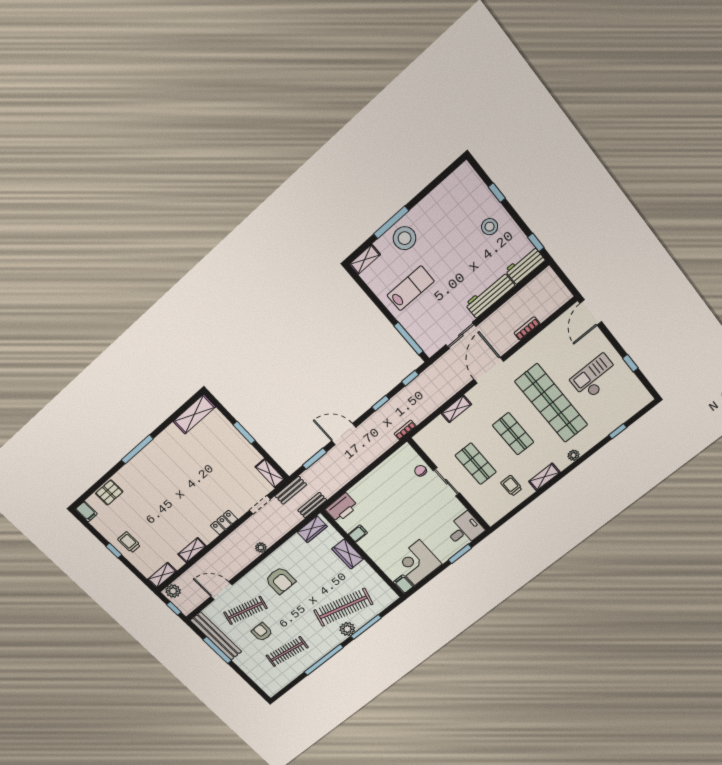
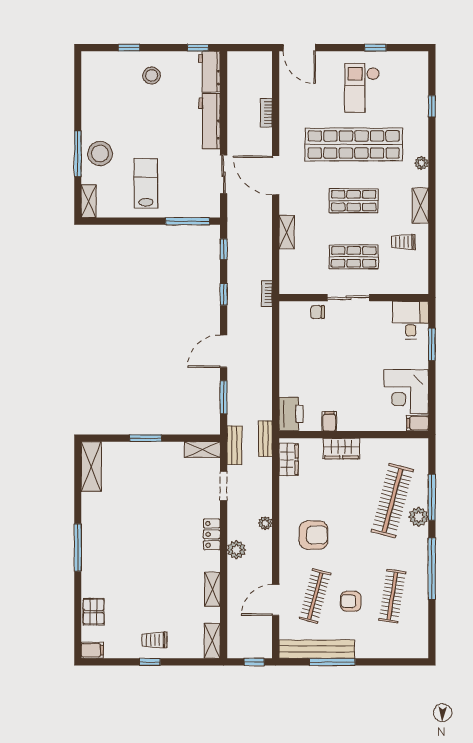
plant: (173, 591) -> (236, 550), moved

